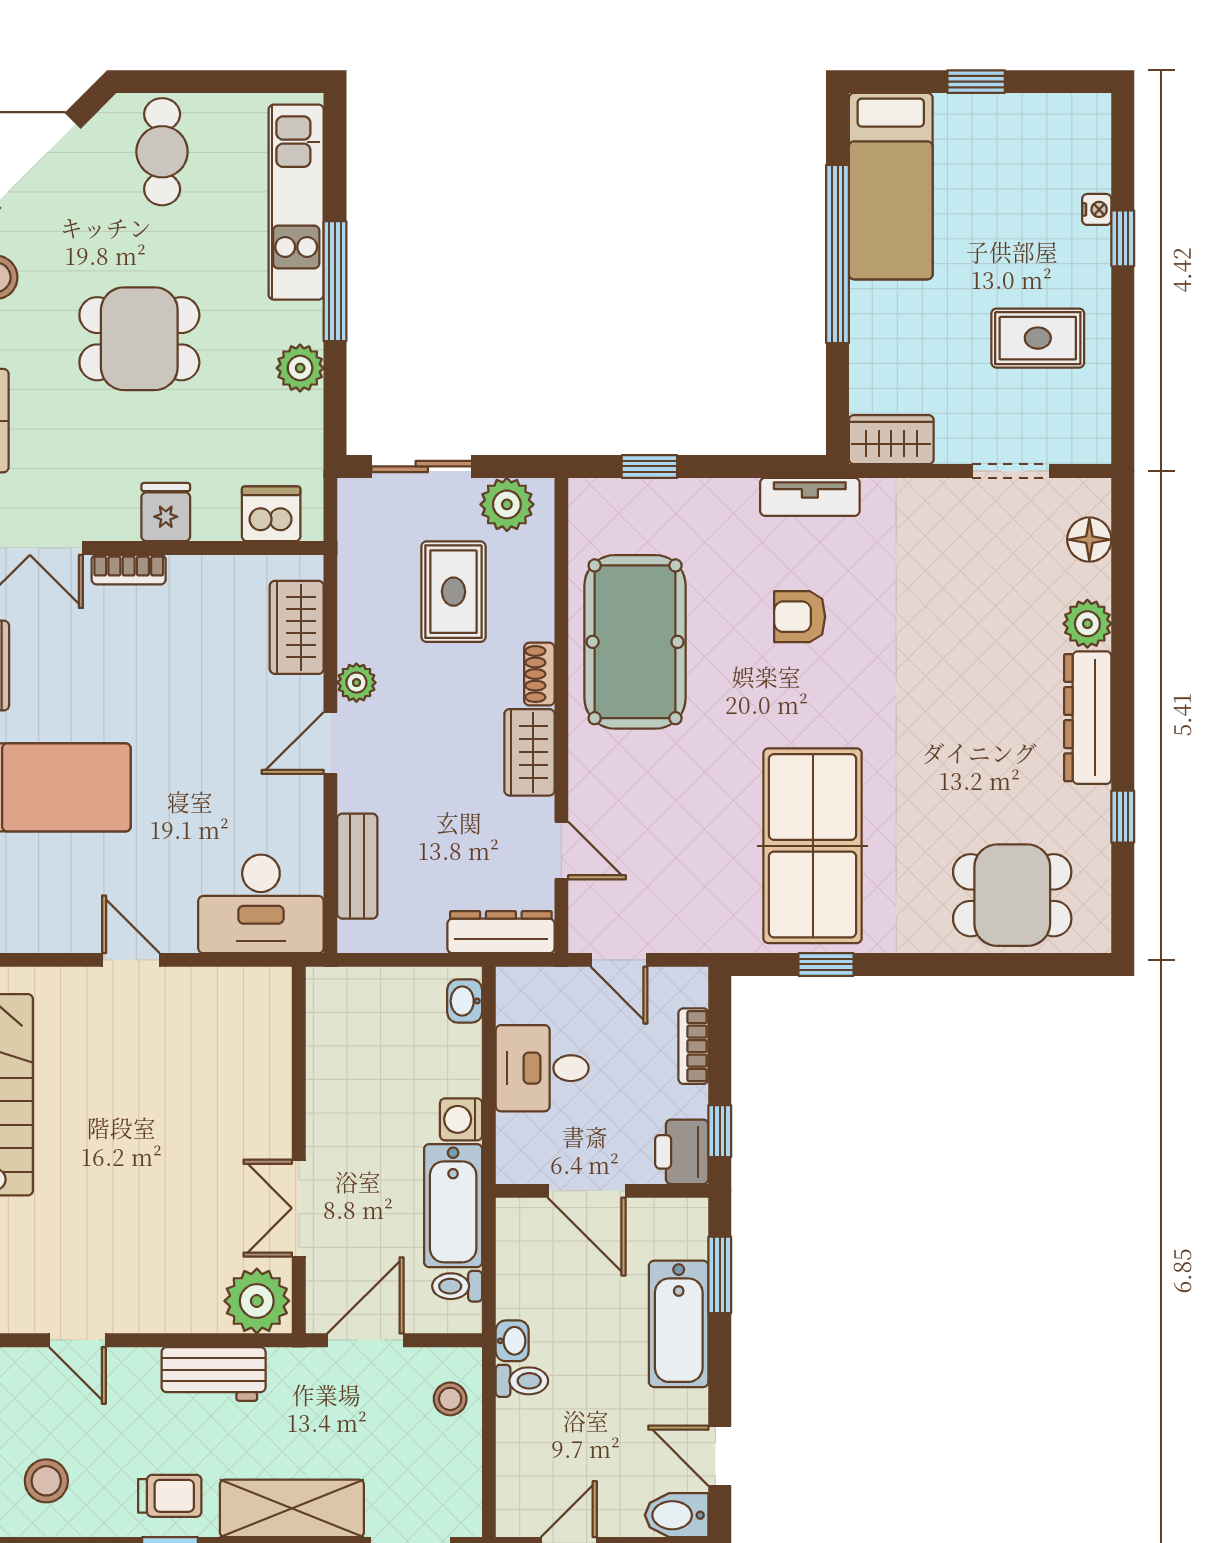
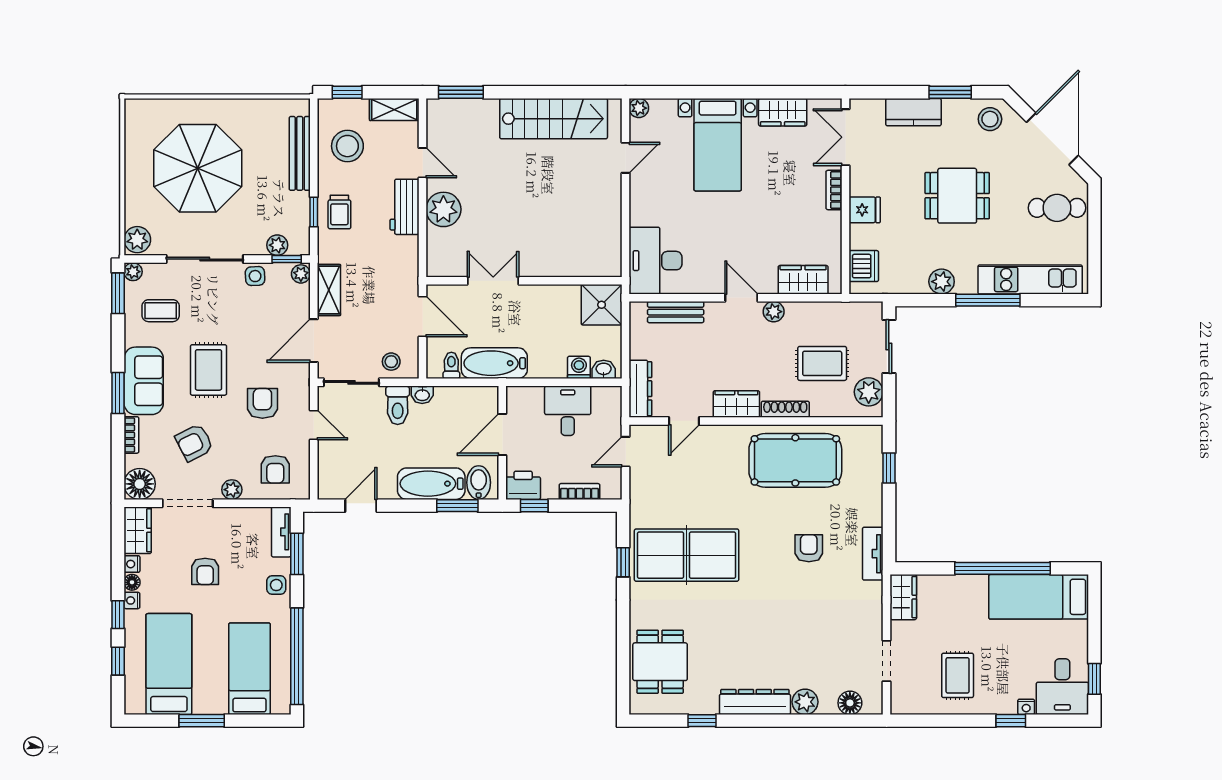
window: (976, 82) -> (1094, 679), moved
desk: (1059, 142) -> (1062, 687), added
dining table: (139, 339) -> (957, 196), turned 90
shoe rack: (539, 674) -> (785, 409), width x1.43
door: (131, 960) -> (626, 158), moved
shower: (344, 1005) -> (602, 305), added
washing machine: (461, 1119) -> (579, 367), moved
plant: (257, 1301) -> (443, 209), moved
door: (77, 1340) -> (423, 163), swing flipped
workbench: (214, 1374) -> (405, 207), moved
toilet: (522, 1381) -> (398, 405), width x1.37, depth x1.39
sliding door: (489, 1473) -> (351, 382), added
stool: (46, 1481) -> (347, 146), width x1.38, depth x1.38
shelving: (292, 1508) -> (329, 290), width x0.67, depth x0.75
bidet: (677, 1515) -> (479, 483), moved

